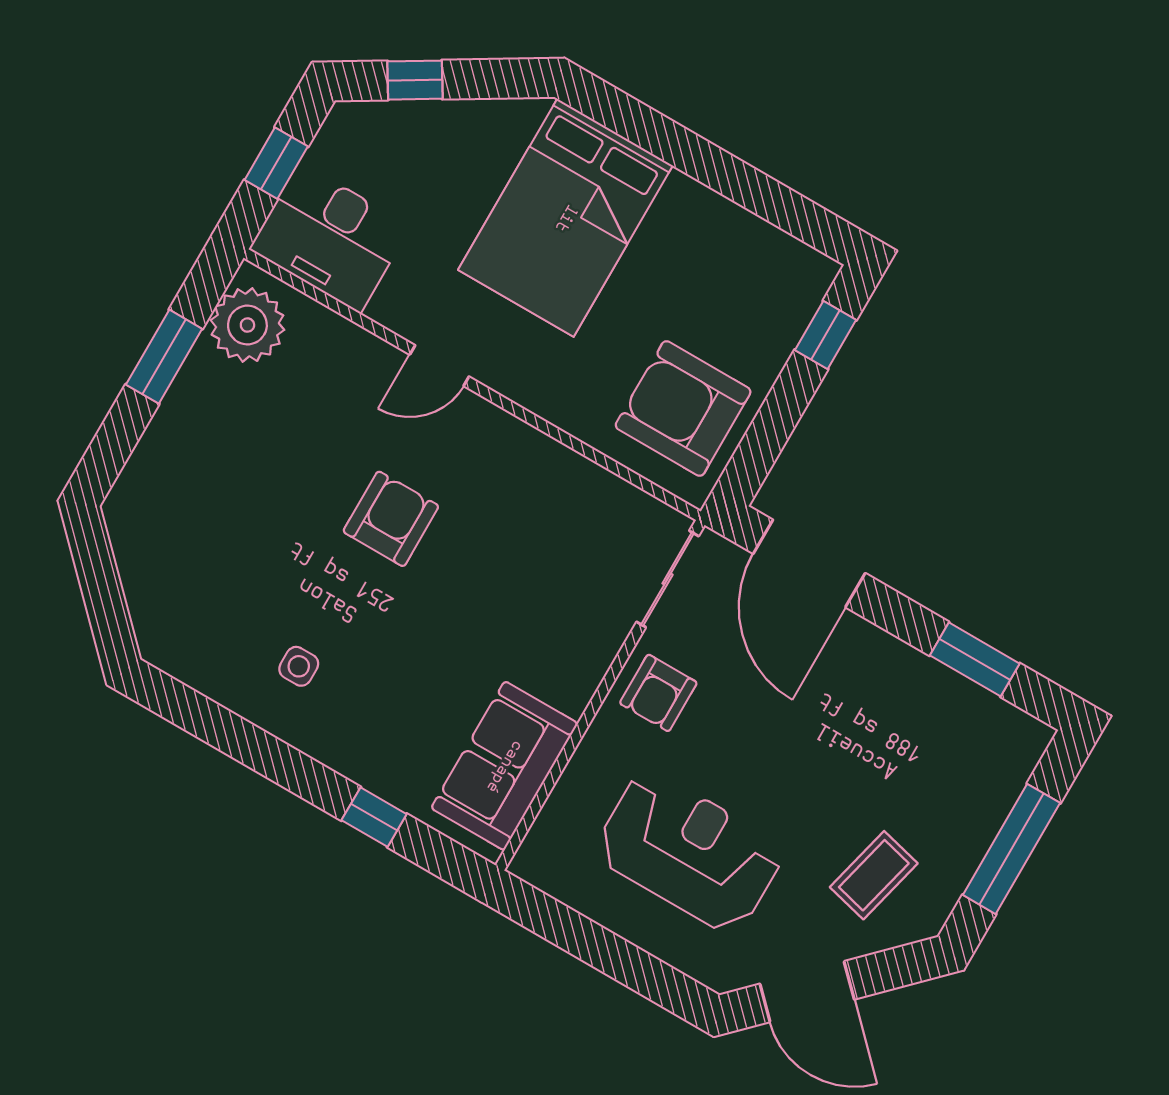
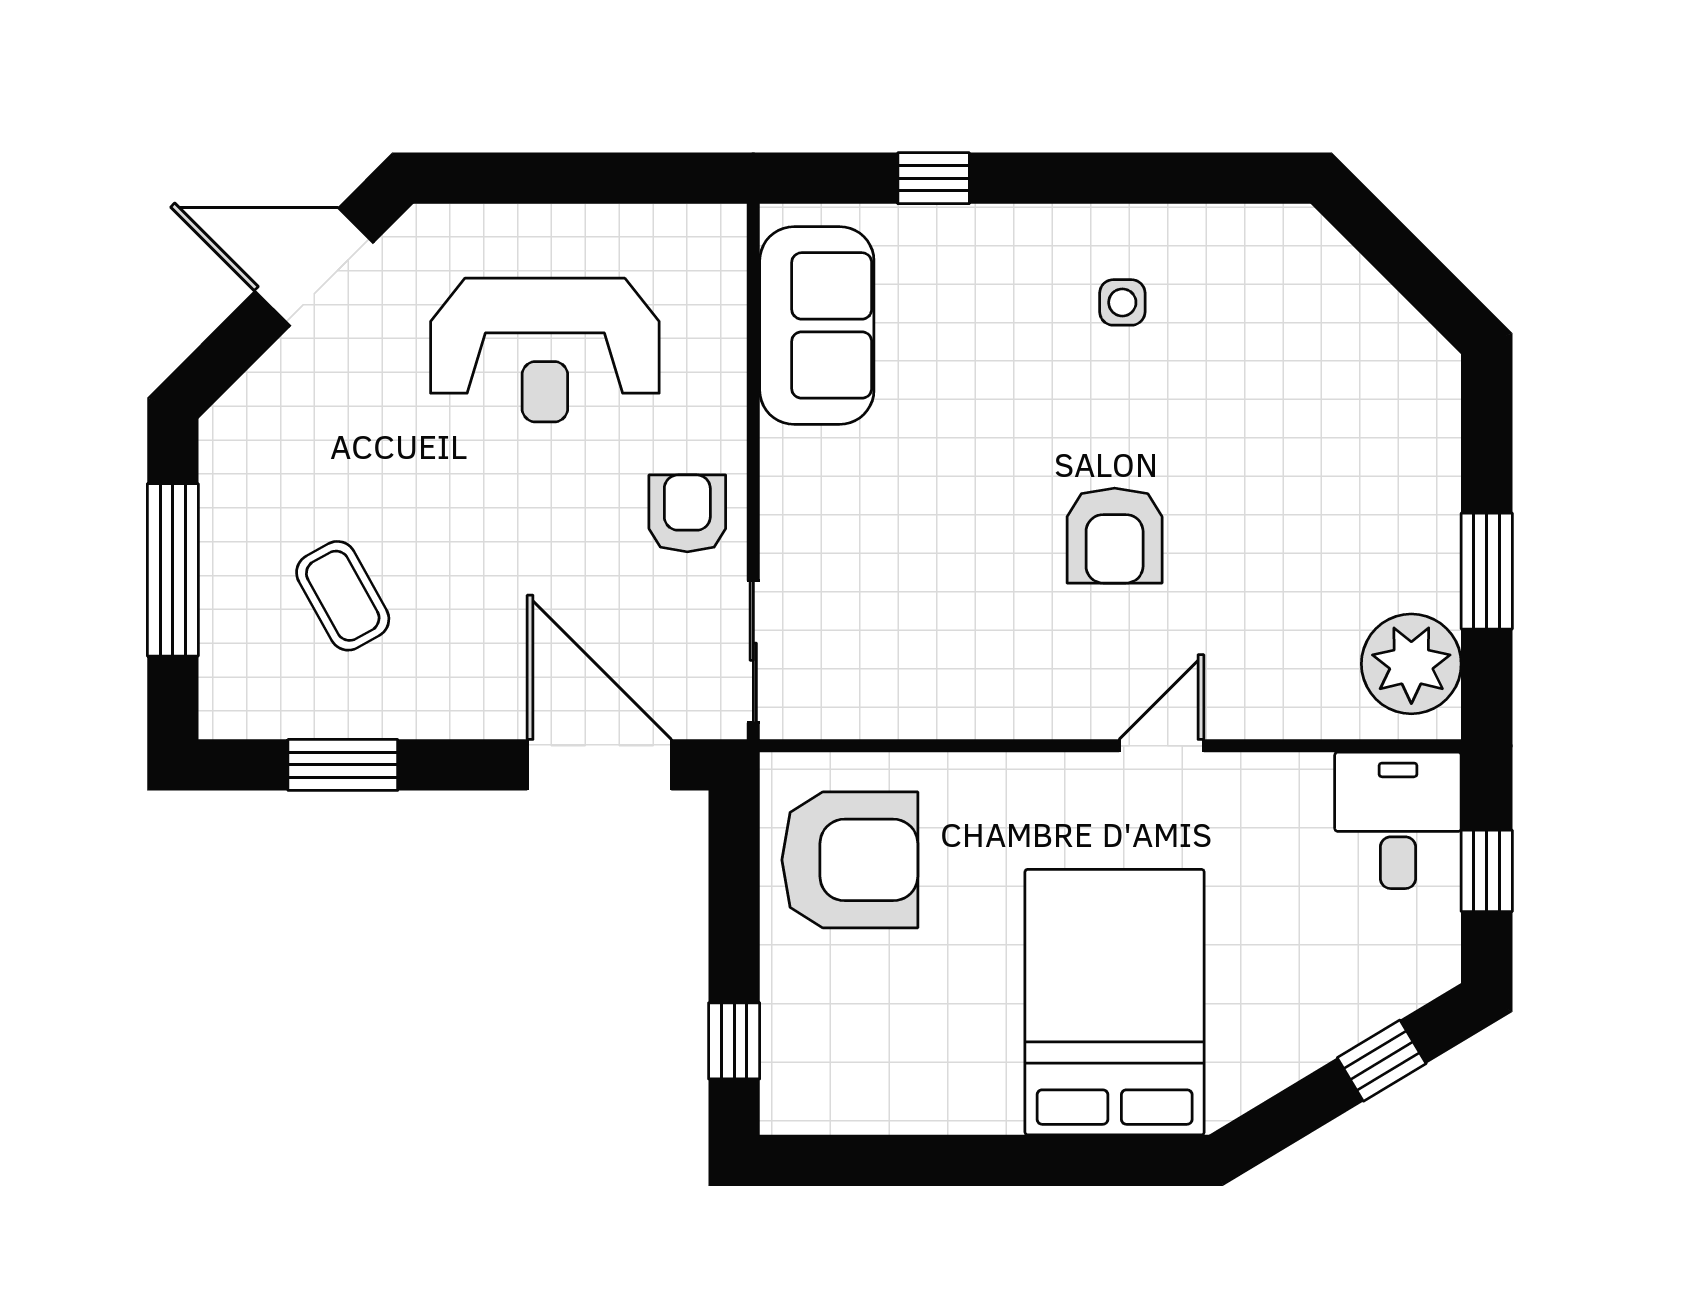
desk: (330, 238) -> (1398, 820), width x0.73
coffee table: (874, 875) -> (343, 596), moved, turned -43

